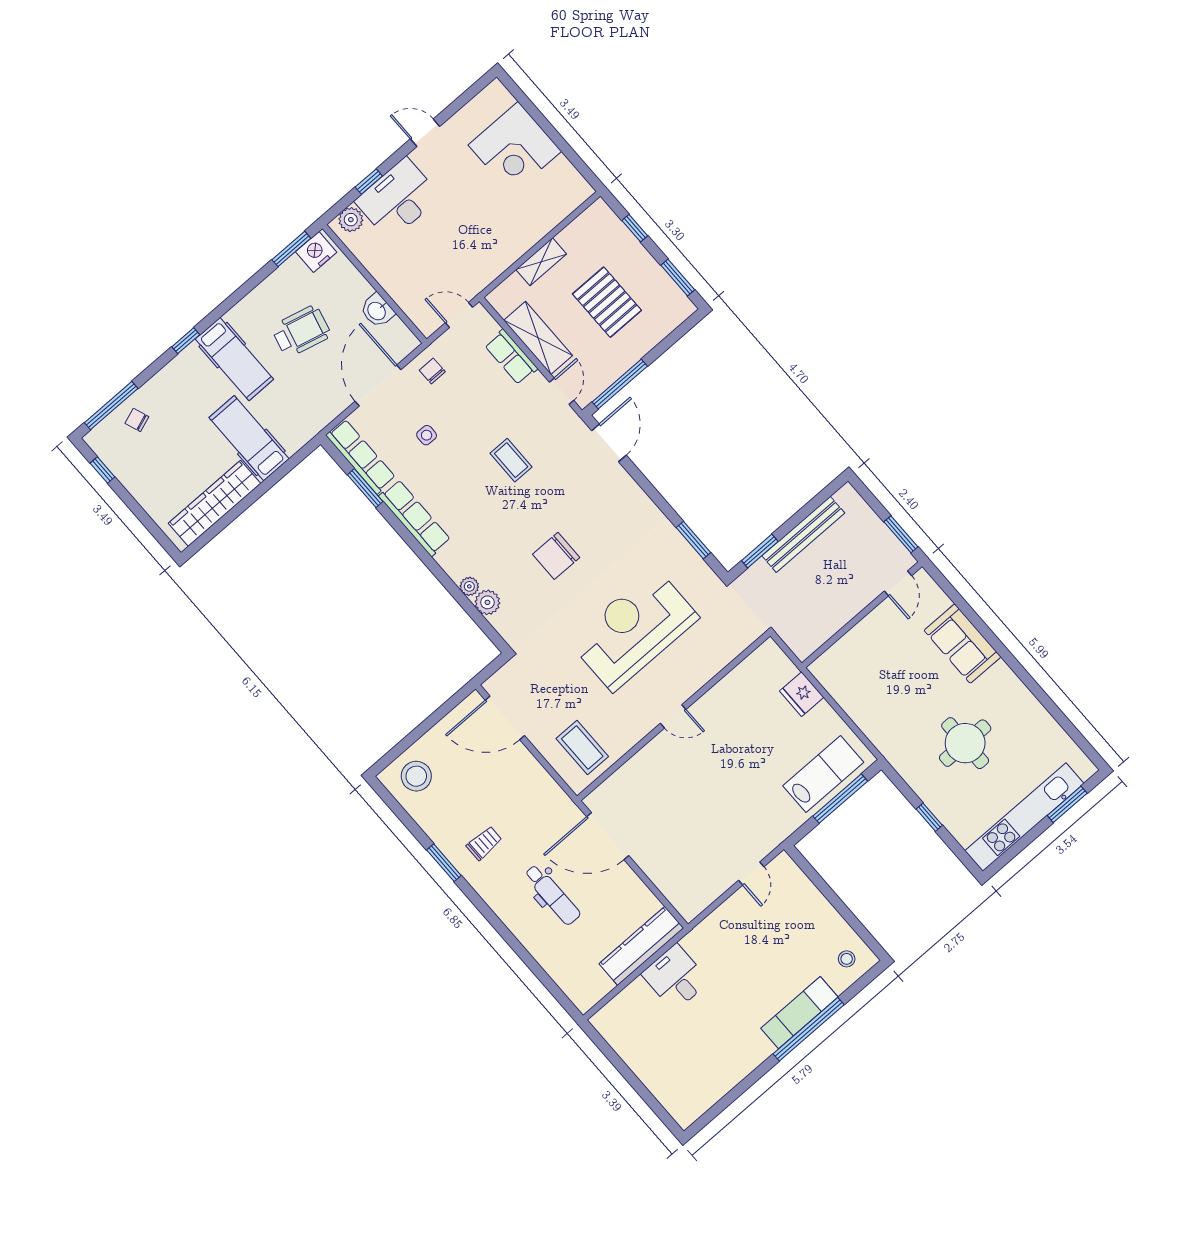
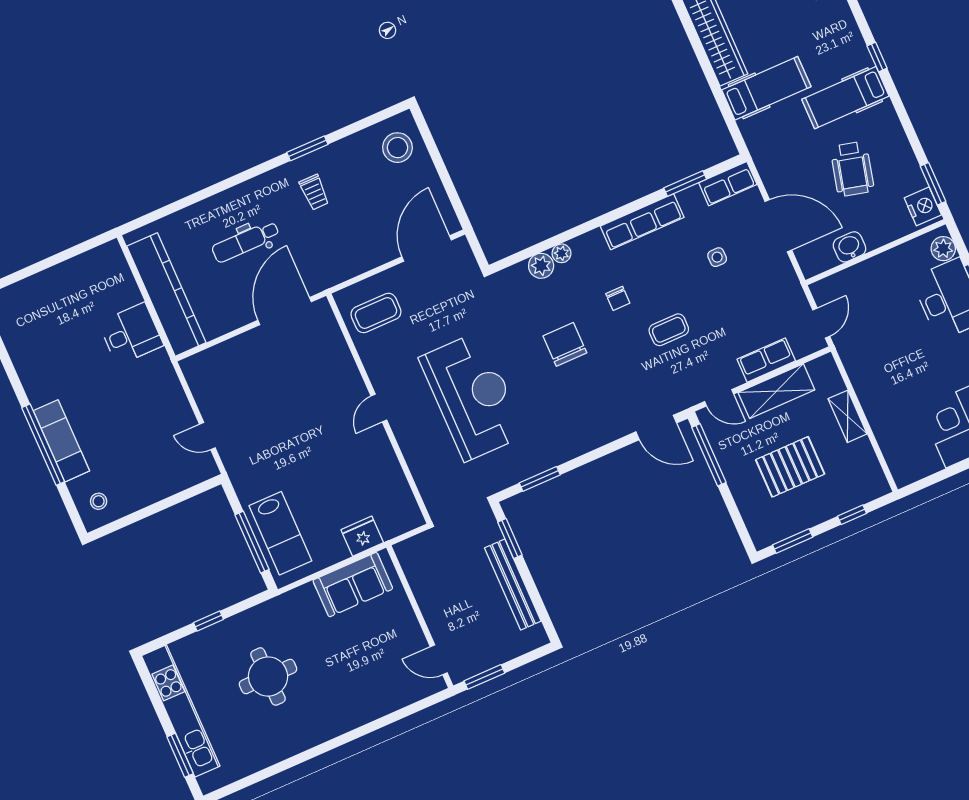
chair: (432, 371) -> (618, 298), moved, turned 90
row of seats: (361, 456) -> (728, 184), width x0.68
sofa: (963, 644) -> (353, 585), moved, turned 180
kitchen counter: (641, 946) -> (166, 294), width x1.39, depth x1.17

